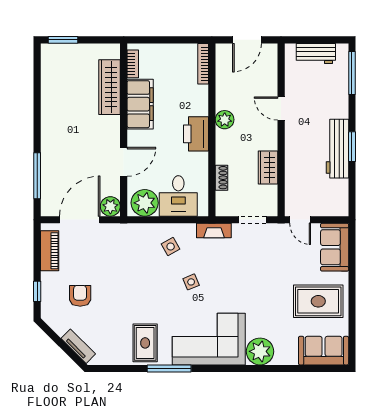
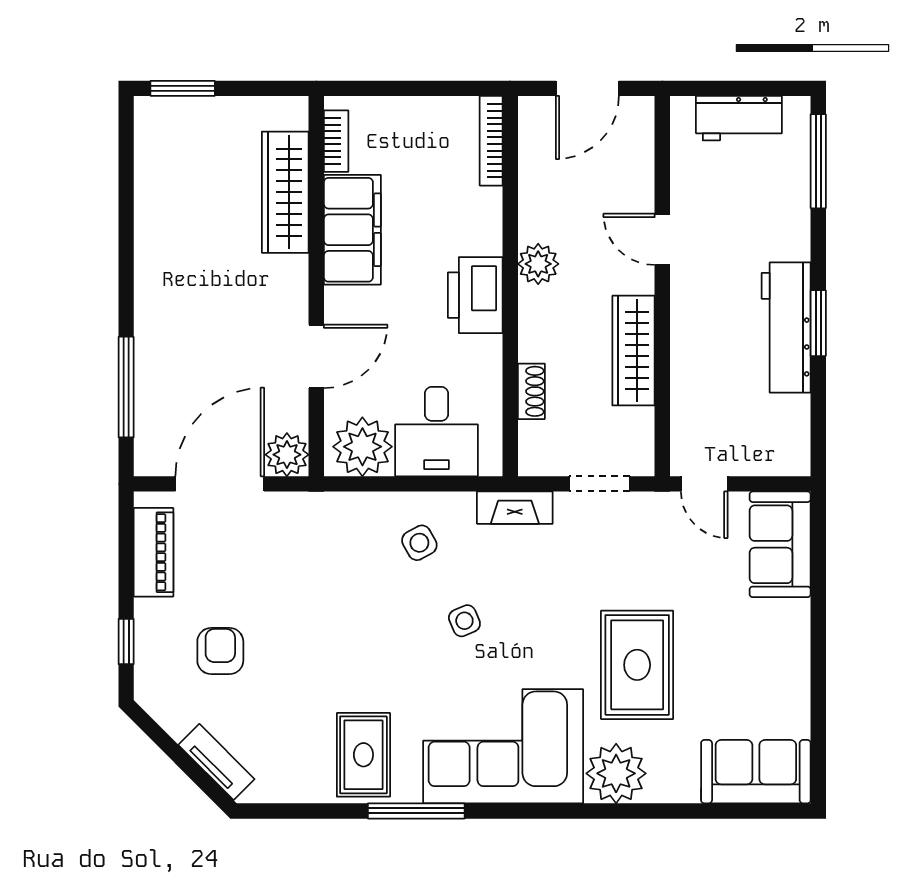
wardrobe: (268, 167) -> (633, 351), width x1.50
rug: (318, 301) -> (637, 665), moved, turned 90

